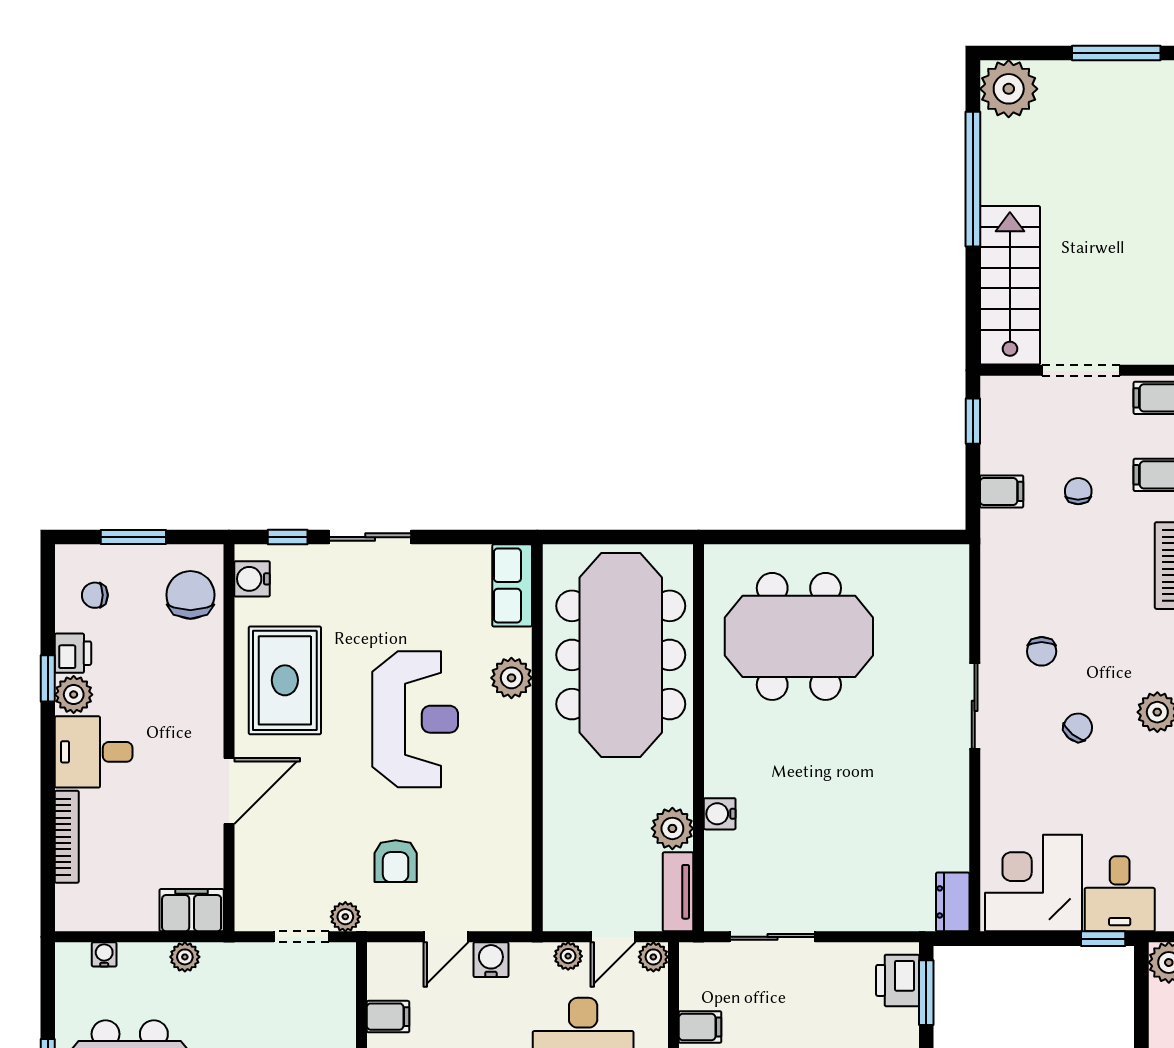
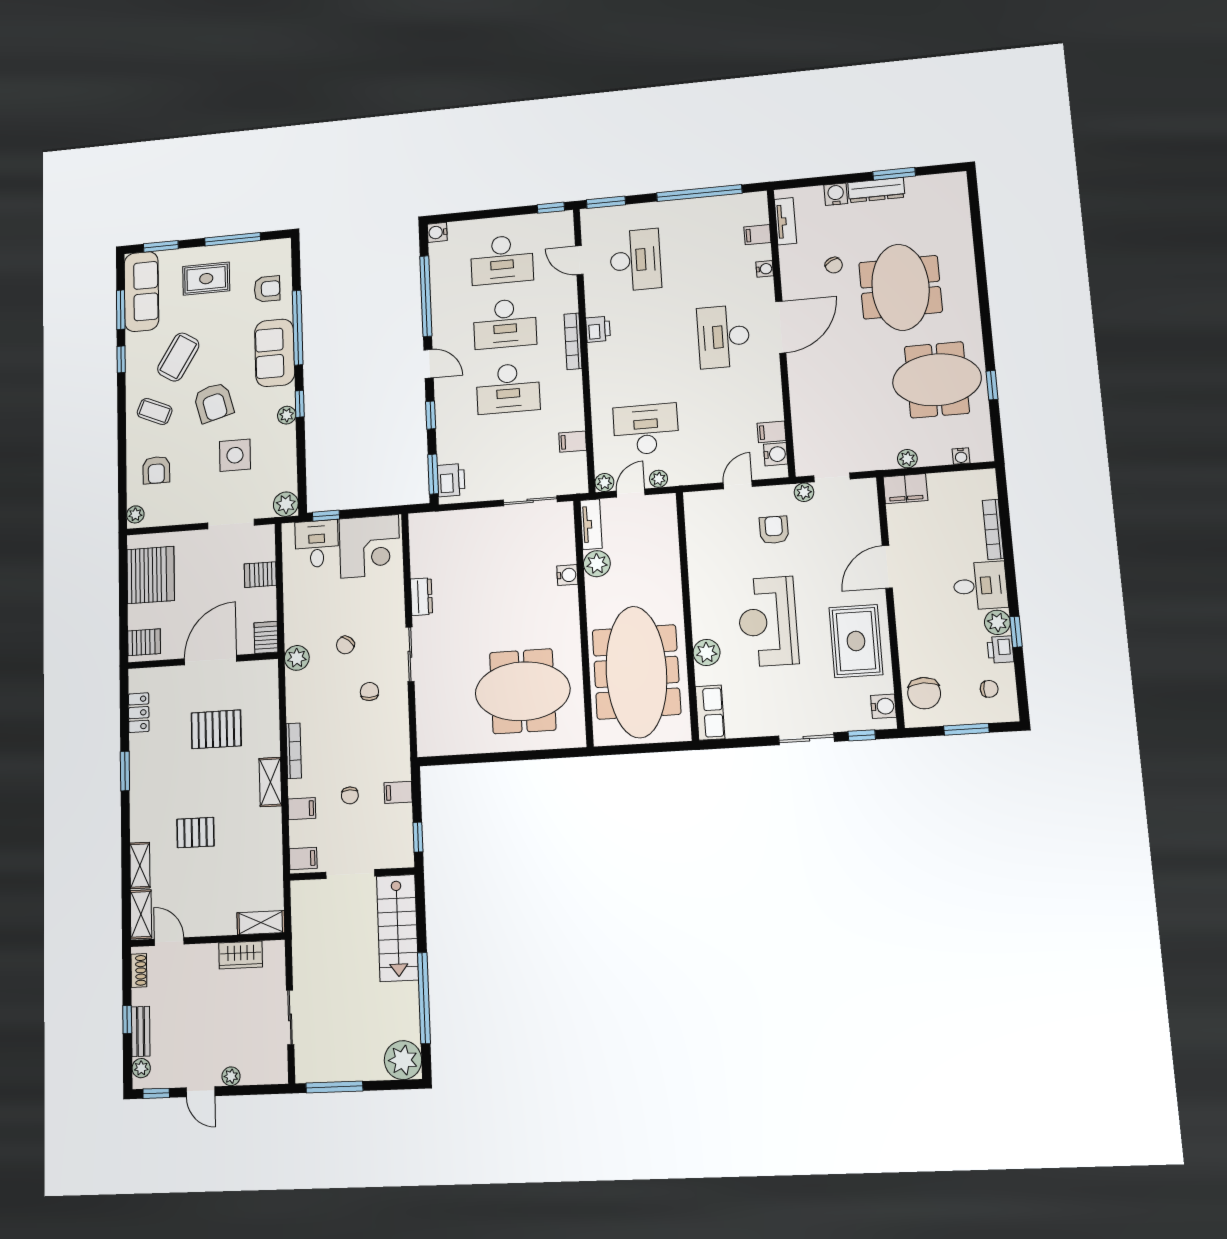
dresser: (953, 902) -> (421, 597), moved
water cooler: (491, 960) -> (776, 454), moved, turned -90

